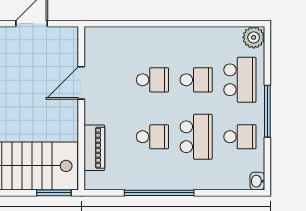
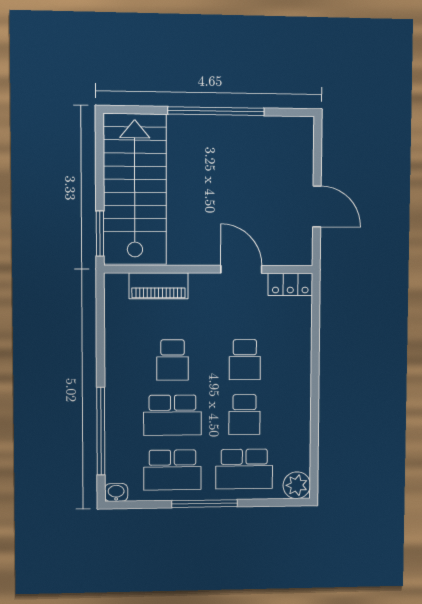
locker: (93, 44) -> (290, 284), added
school desk: (240, 137) -> (172, 470), width x1.85
window: (159, 193) -> (101, 431), moved

